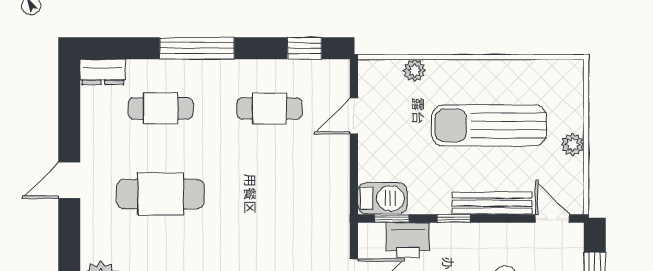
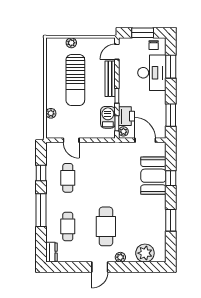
window: (305, 48) -> (41, 173), moved
plant: (573, 144) -> (71, 43), moved
door: (69, 180) -> (100, 267), hinge flipped
barbecue: (382, 198) -> (108, 117), moved
plant: (91, 226) -> (120, 257), added
plant: (374, 233) -> (123, 131), added

